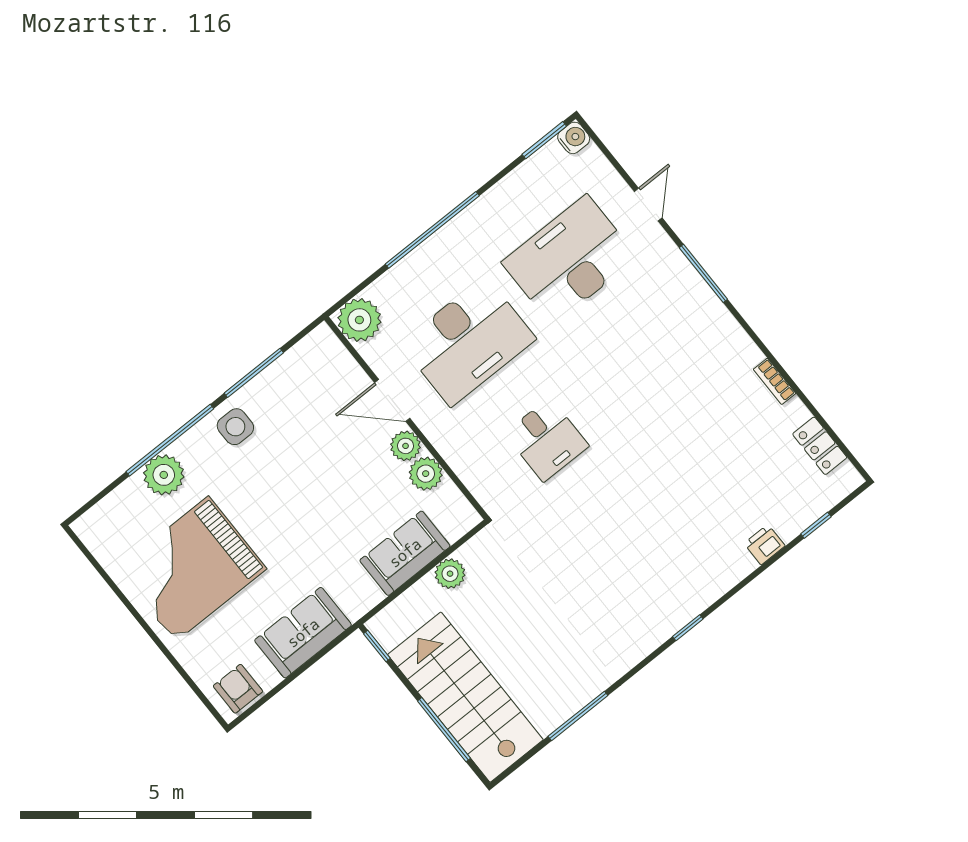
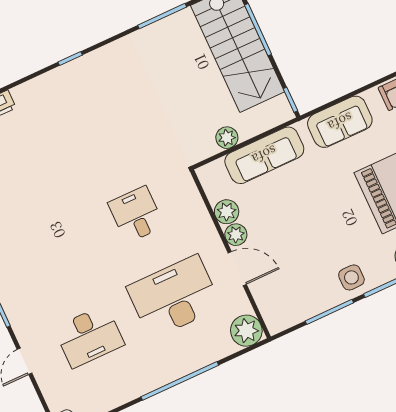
desk: (569, 260) -> (89, 336), width x0.73, depth x0.77
sofa: (405, 553) -> (264, 155), width x1.36

